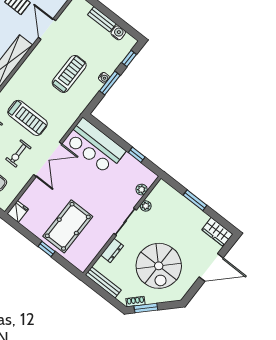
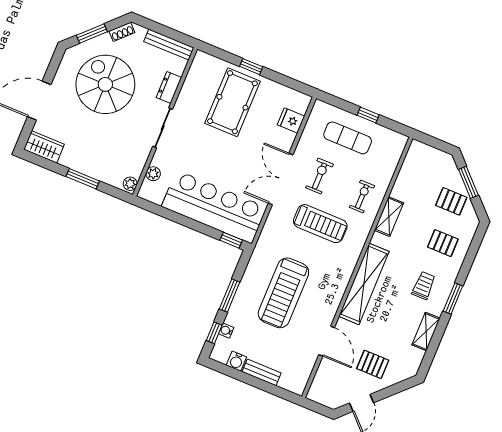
treadmill: (69, 74) -> (283, 293), width x1.37, depth x1.38
water cooler: (104, 78) -> (226, 331), moved
treadmill: (27, 118) -> (320, 224), turned 180
bar counter: (95, 146) -> (214, 207), width x1.36
window: (137, 155) -> (231, 240), moved
plant: (146, 206) -> (130, 184), moved
fridge: (18, 211) -> (291, 120), moved, turned 90
window: (146, 308) -> (92, 33), moved

